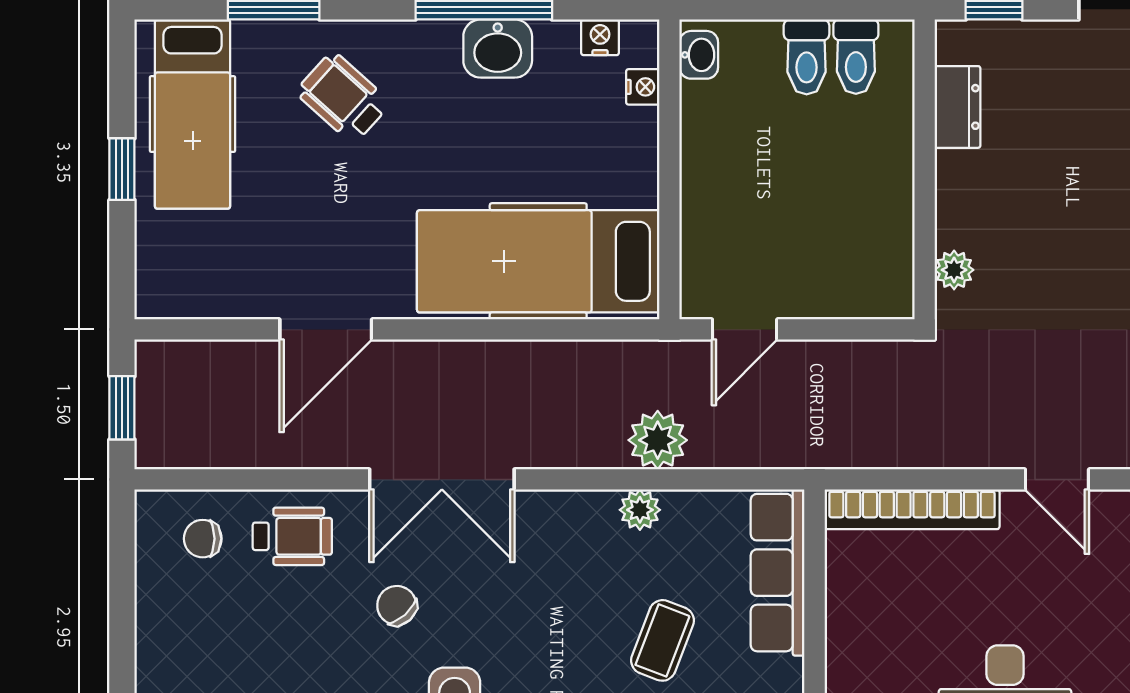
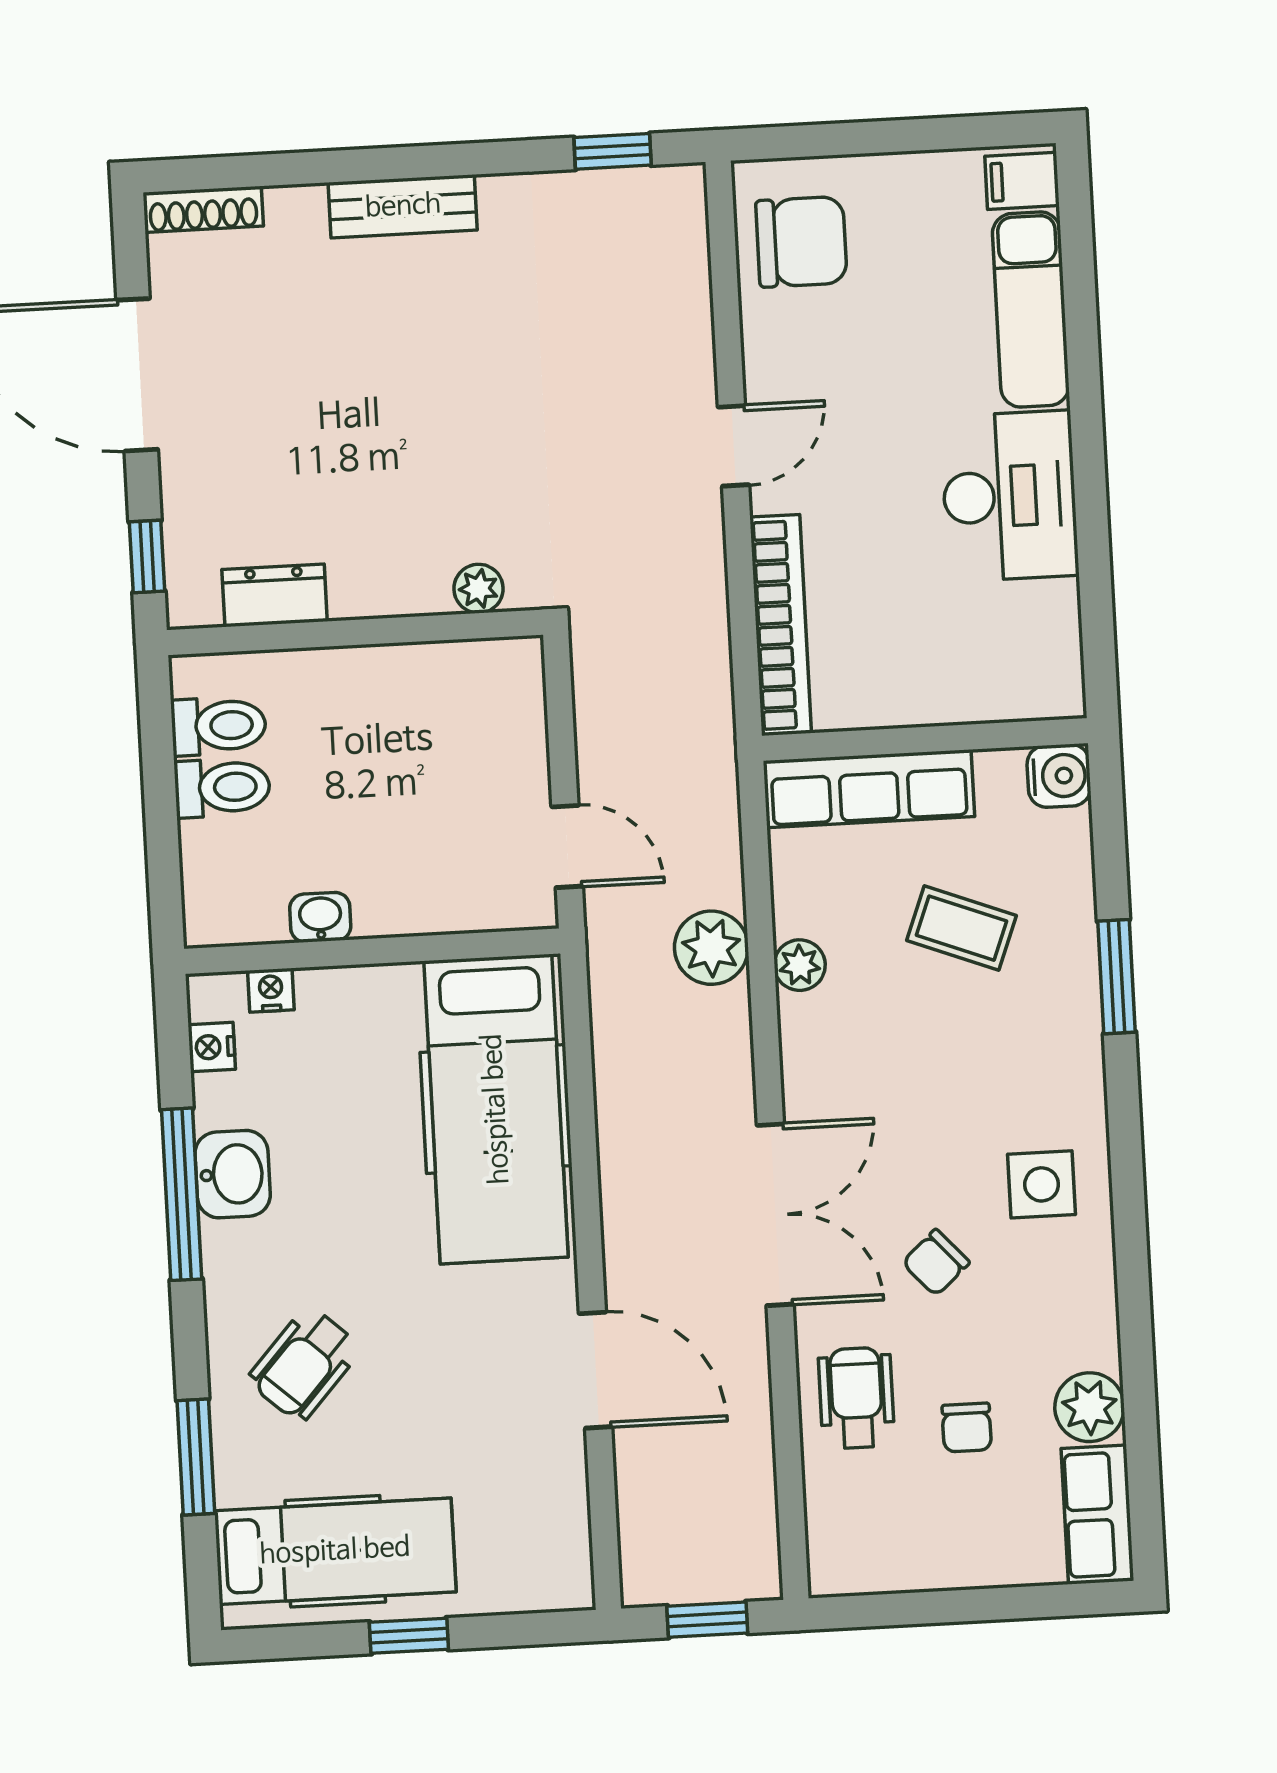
washbasin: (699, 55) -> (320, 917), moved
chair: (203, 539) -> (967, 1427), moved

